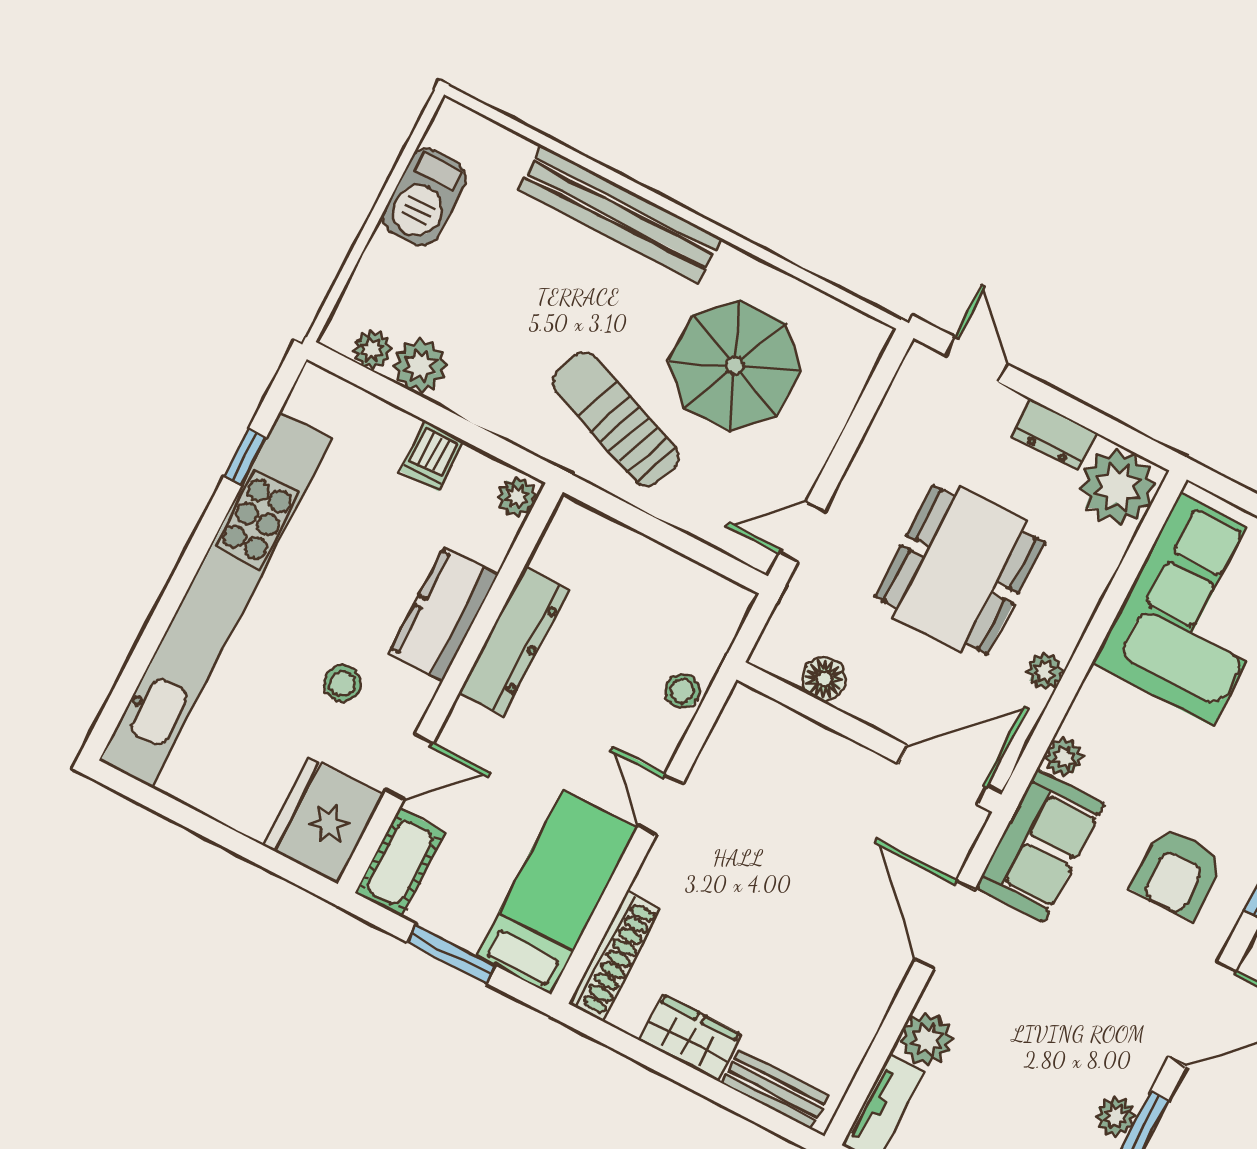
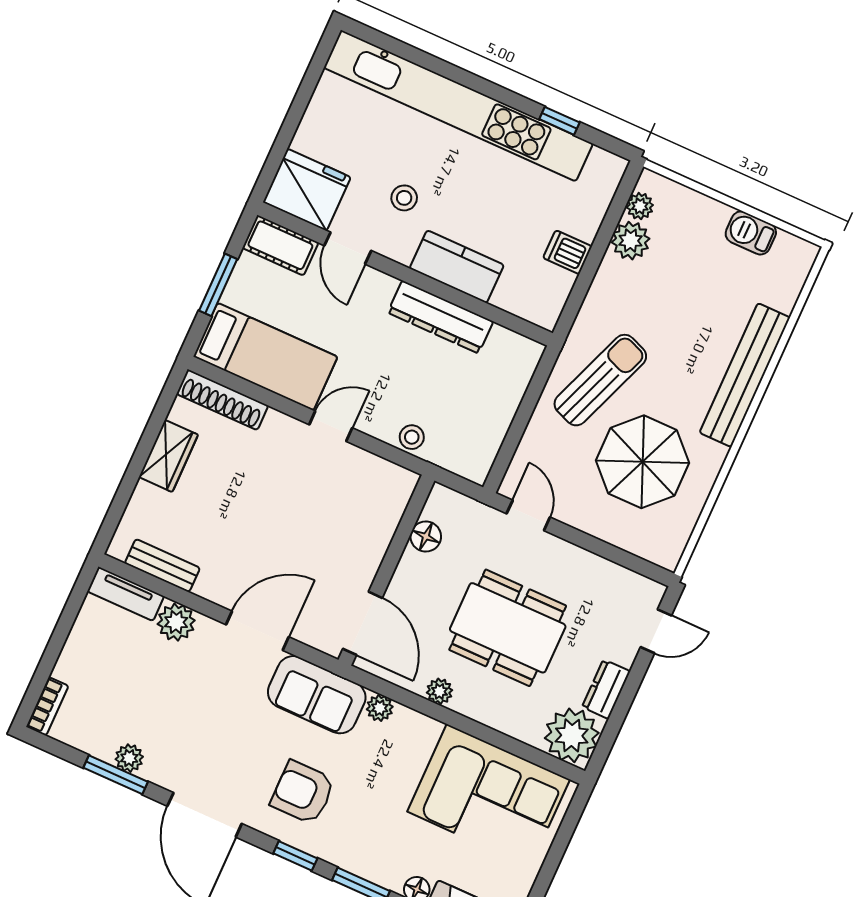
barbecue: (424, 197) -> (751, 233), width x0.73, depth x0.79
plant: (517, 497) -> (542, 313), removed
bench: (775, 1089) -> (162, 566), moved, turned 90

